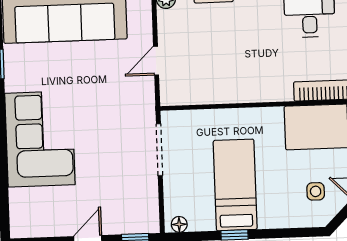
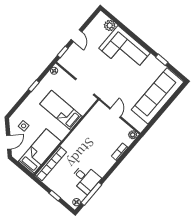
bed: (235, 185) -> (61, 110), moved, turned 180
plant: (21, 201) -> (110, 26), added

